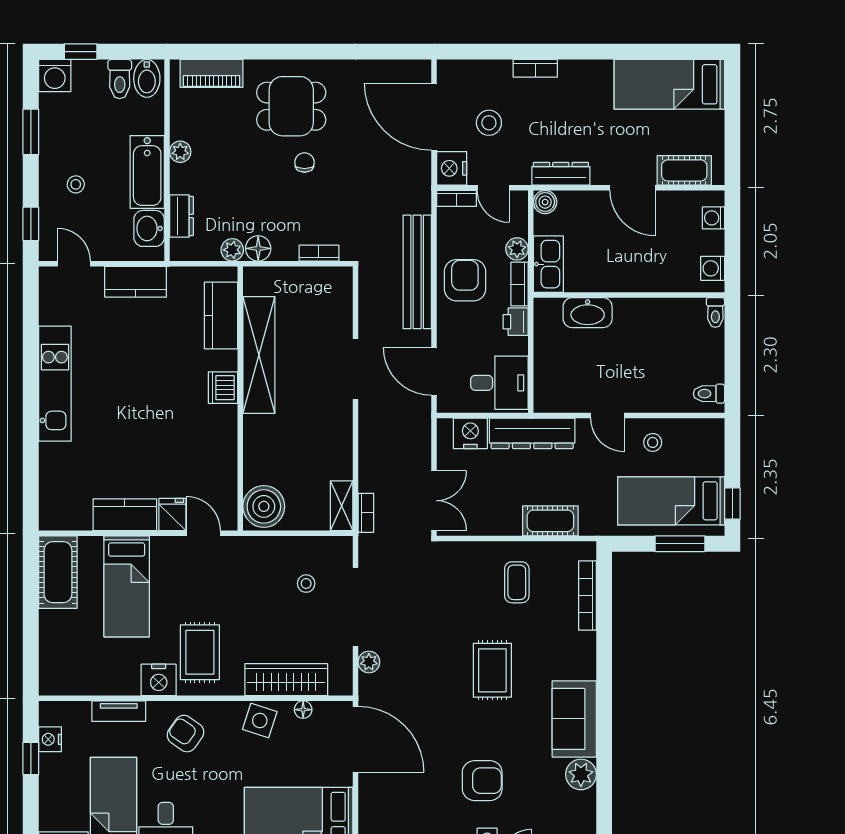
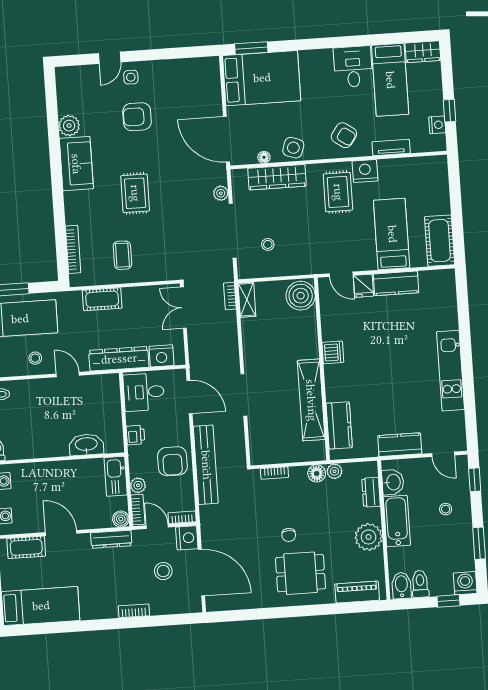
plant: (180, 152) -> (369, 537), width x1.88, depth x1.88
bookcase: (519, 284) -> (138, 510), moved
dishwasher: (223, 388) -> (333, 352), moved

